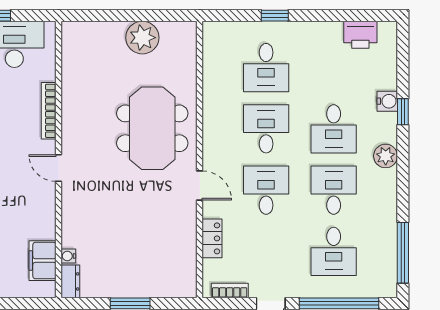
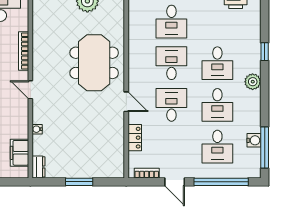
water cooler: (387, 101) -> (254, 140), moved
desk: (334, 190) -> (217, 105), turned 180
water cooler: (68, 256) -> (37, 129), moved

